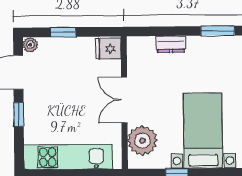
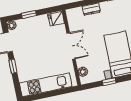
double door: (124, 100) -> (71, 46), swing flipped
plant: (142, 141) -> (83, 72), width x0.53, depth x0.53

